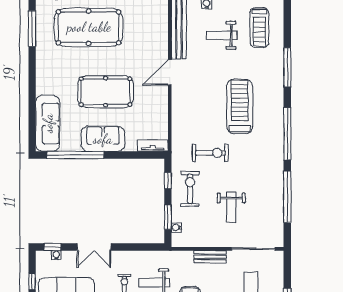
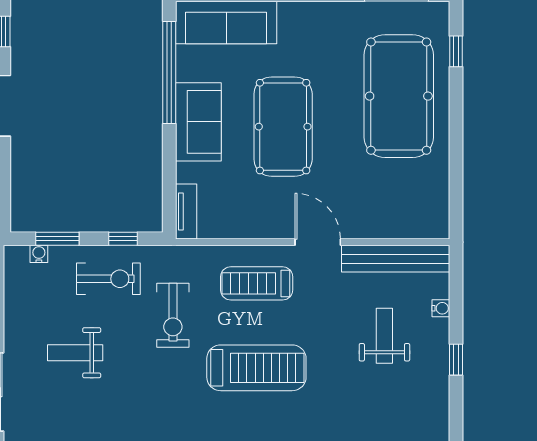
treadmill: (259, 28) -> (257, 283), moved

